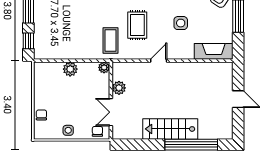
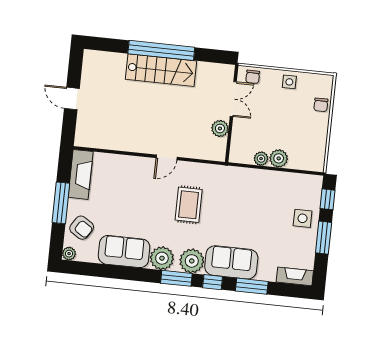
side table: (181, 23) -> (303, 218), moved
coffee table: (111, 41) -> (224, 189), removed
fireplace: (214, 51) -> (81, 174), moved, turned -90
plant: (104, 67) -> (261, 159), moved
window: (191, 145) -> (161, 50), moved

